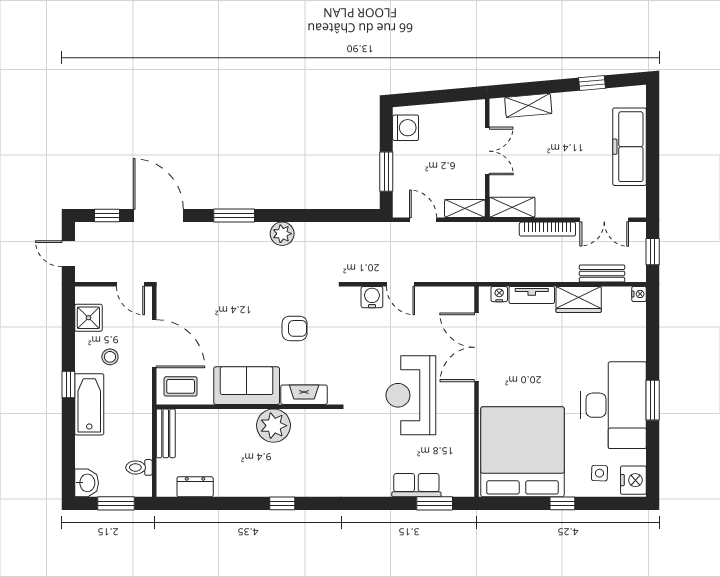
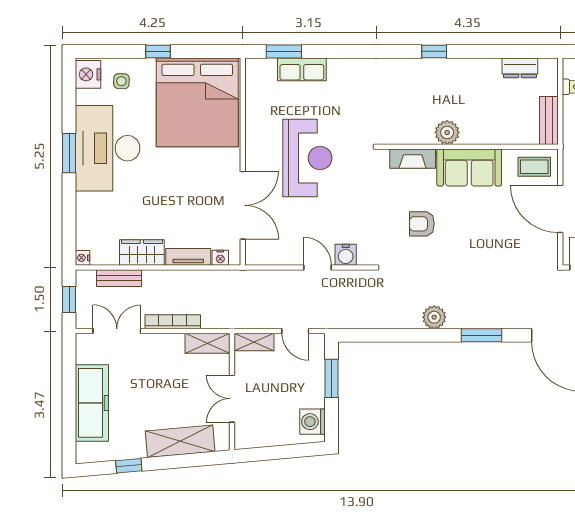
shelving: (528, 105) -> (180, 441), width x1.50, depth x1.33
plant: (273, 426) -> (447, 132), width x0.73, depth x0.73

